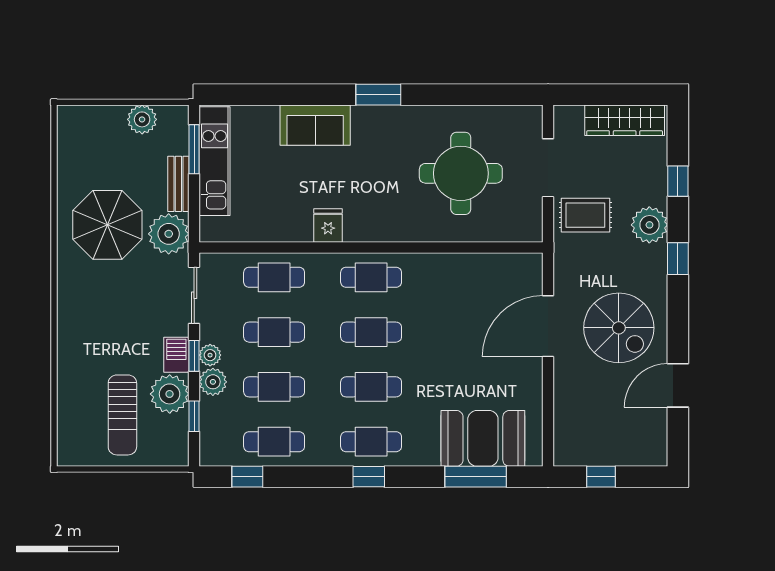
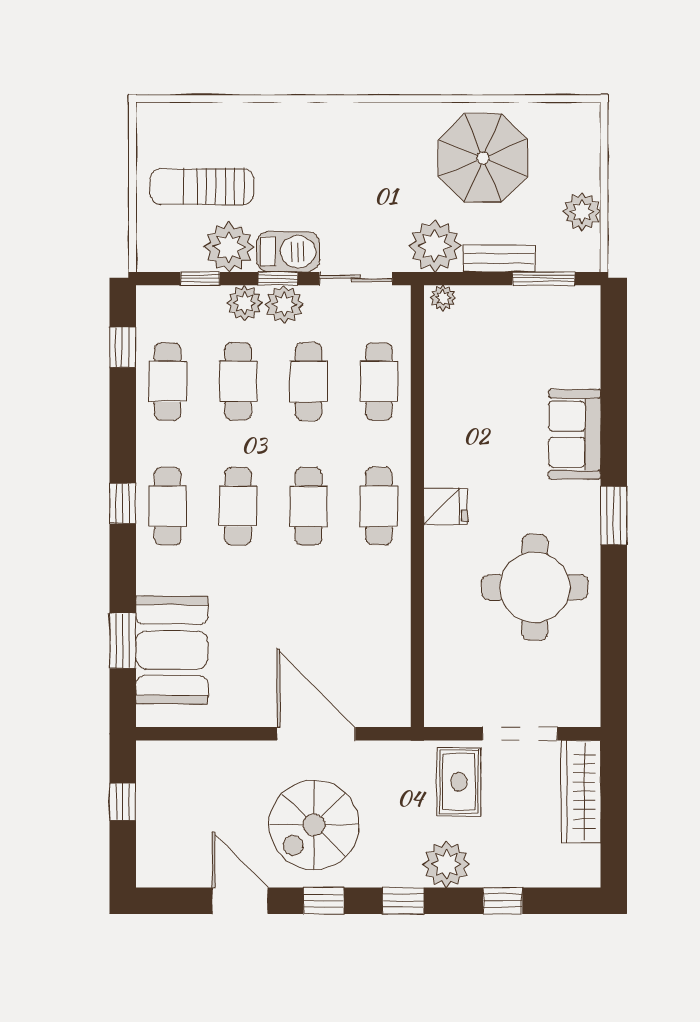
wardrobe: (625, 120) -> (581, 791), moved
kitchen unit: (215, 161) -> (528, 305), removed
round table: (461, 173) -> (535, 587), moved
parasol: (107, 225) -> (483, 158), moved
fridge: (328, 226) -> (446, 506), moved
plant: (209, 228) -> (443, 298), added
window: (678, 320) -> (324, 901), added
barbecue: (176, 355) -> (288, 252), width x1.38, depth x1.27
plant: (210, 355) -> (284, 304), width x1.38, depth x1.38
window: (476, 477) -> (123, 641), width x0.69

